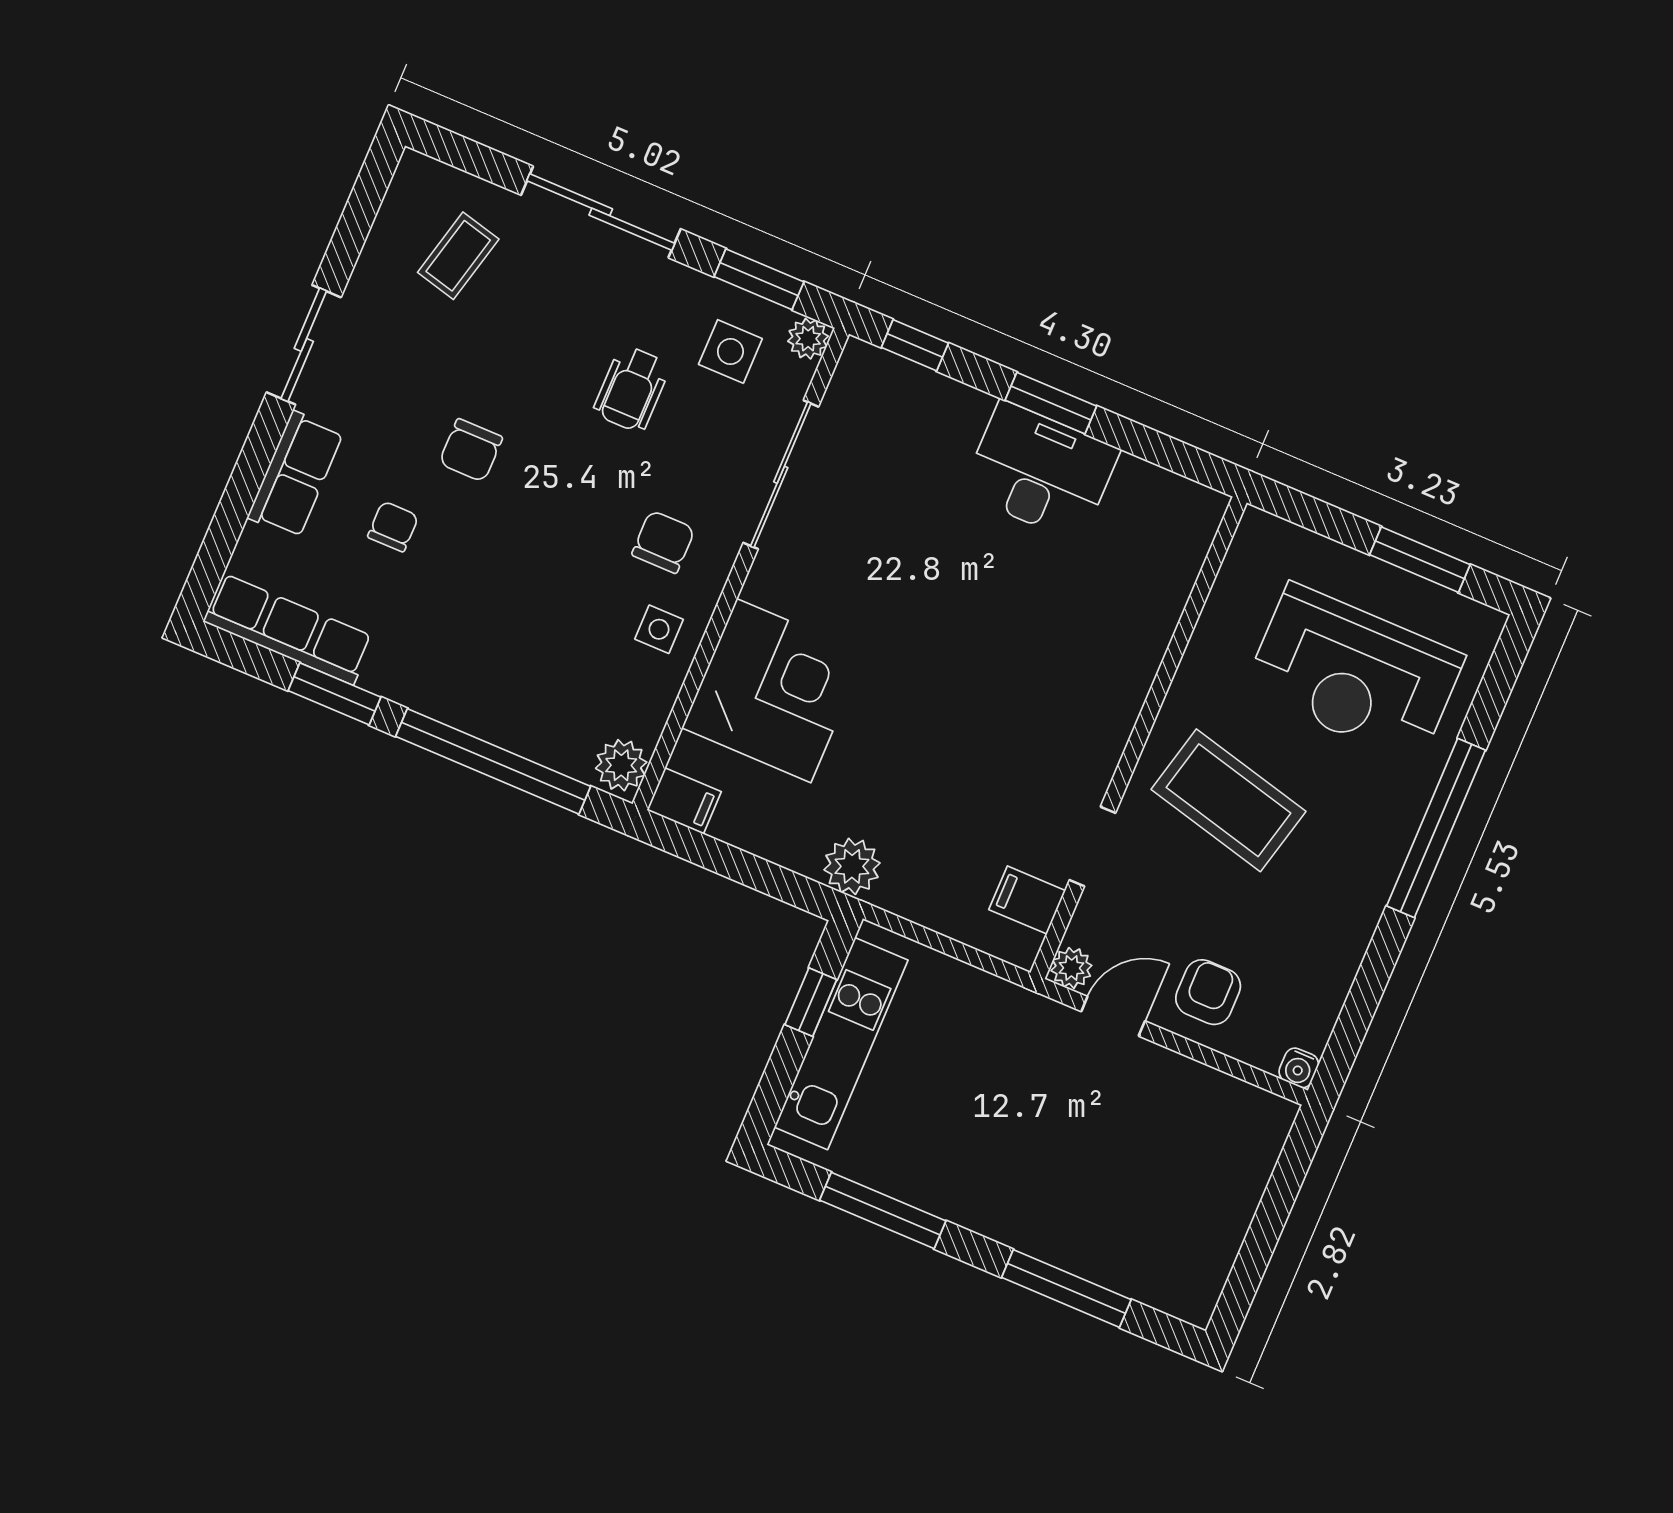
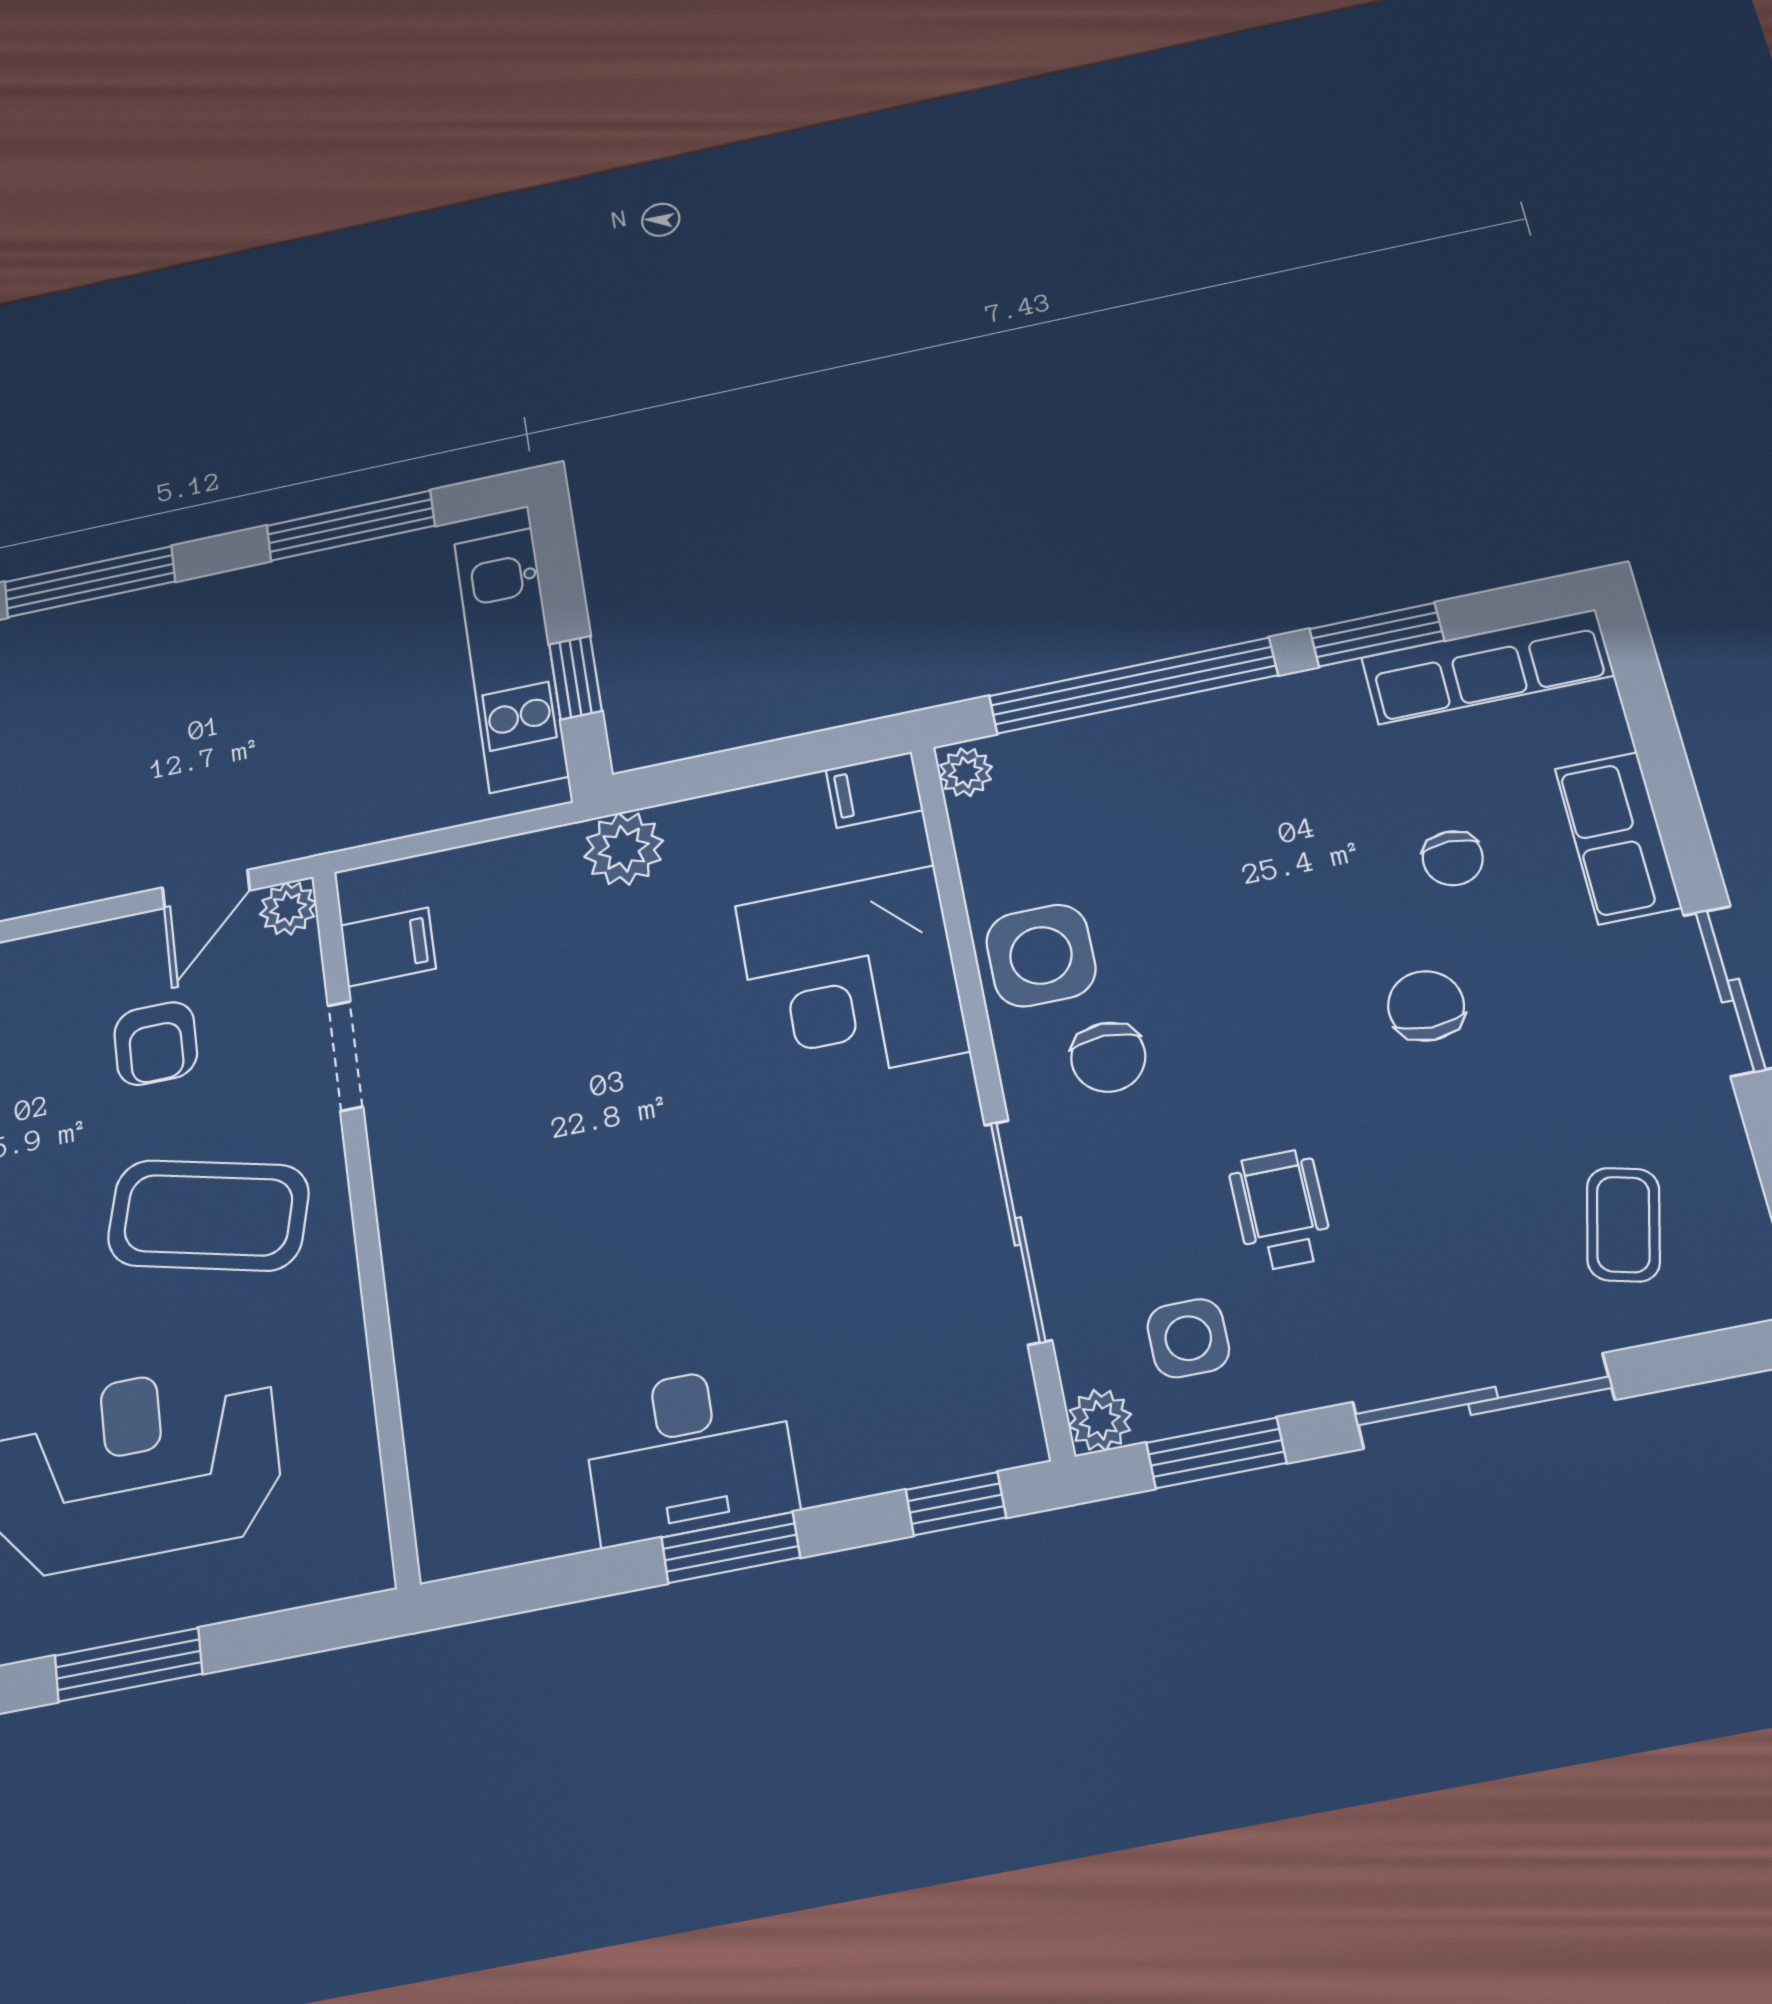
side table: (659, 629) -> (1041, 955), width x1.87, depth x1.87
plant: (621, 765) -> (966, 772), width x0.73, depth x0.73
armchair: (1208, 992) -> (156, 1043), moved

